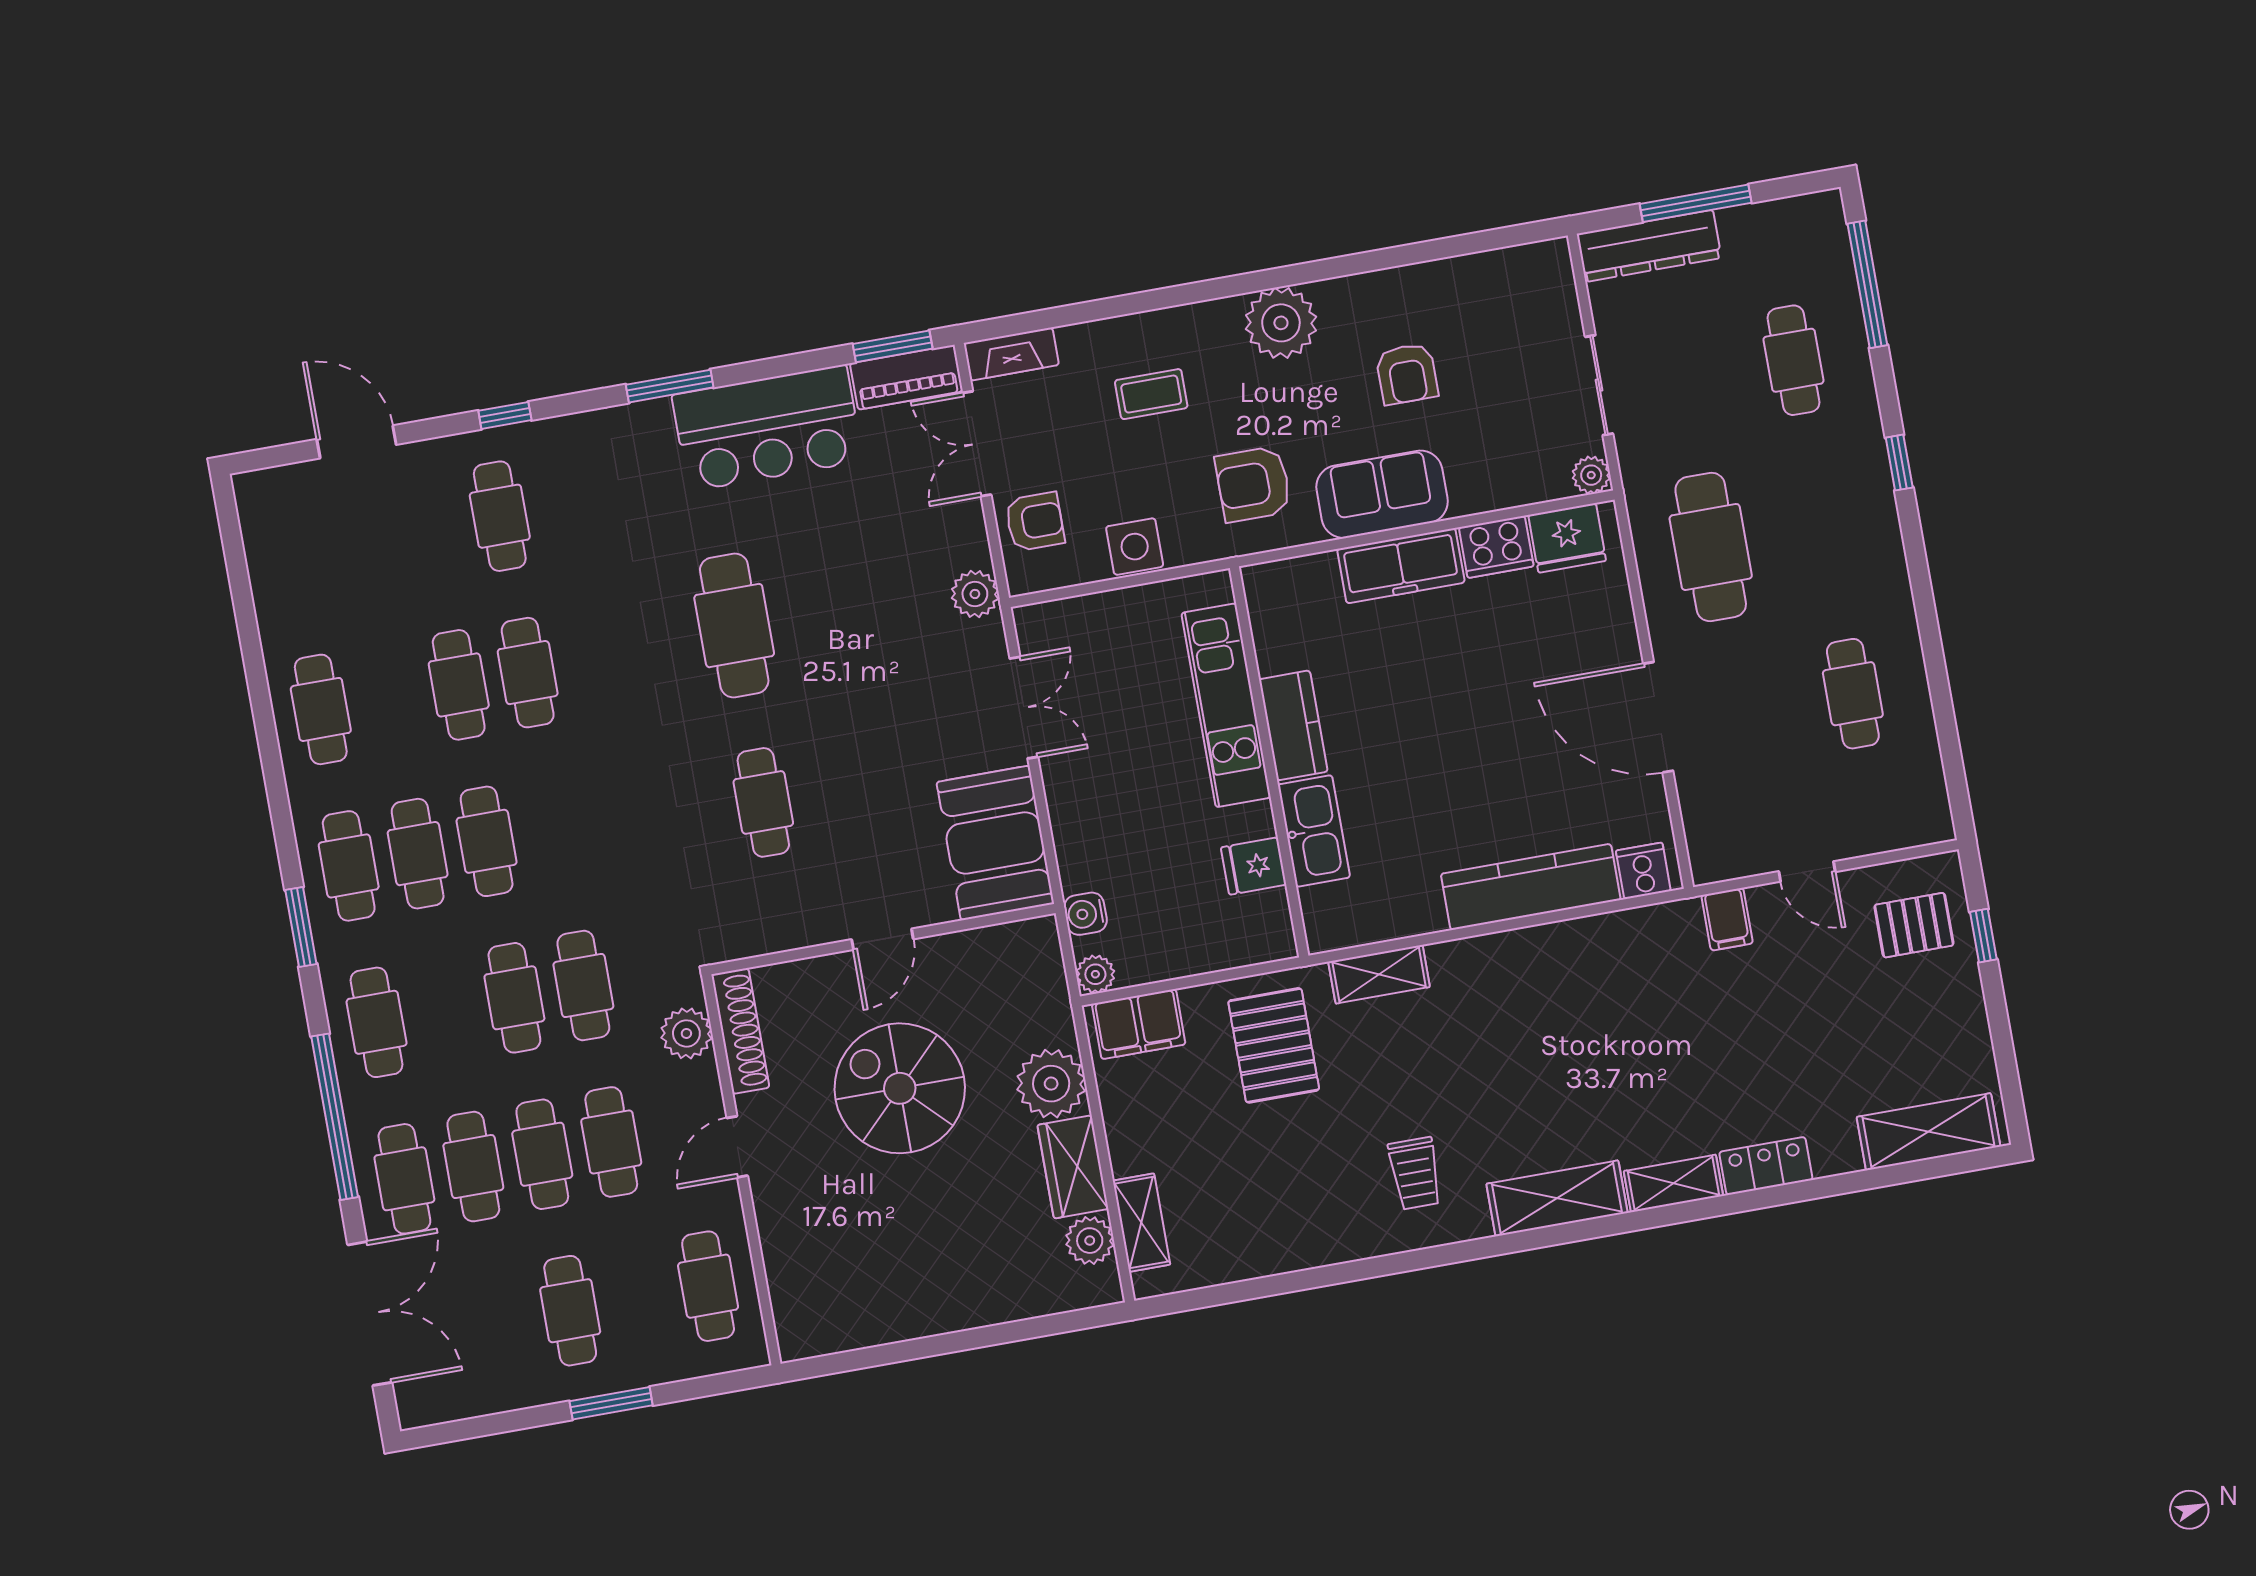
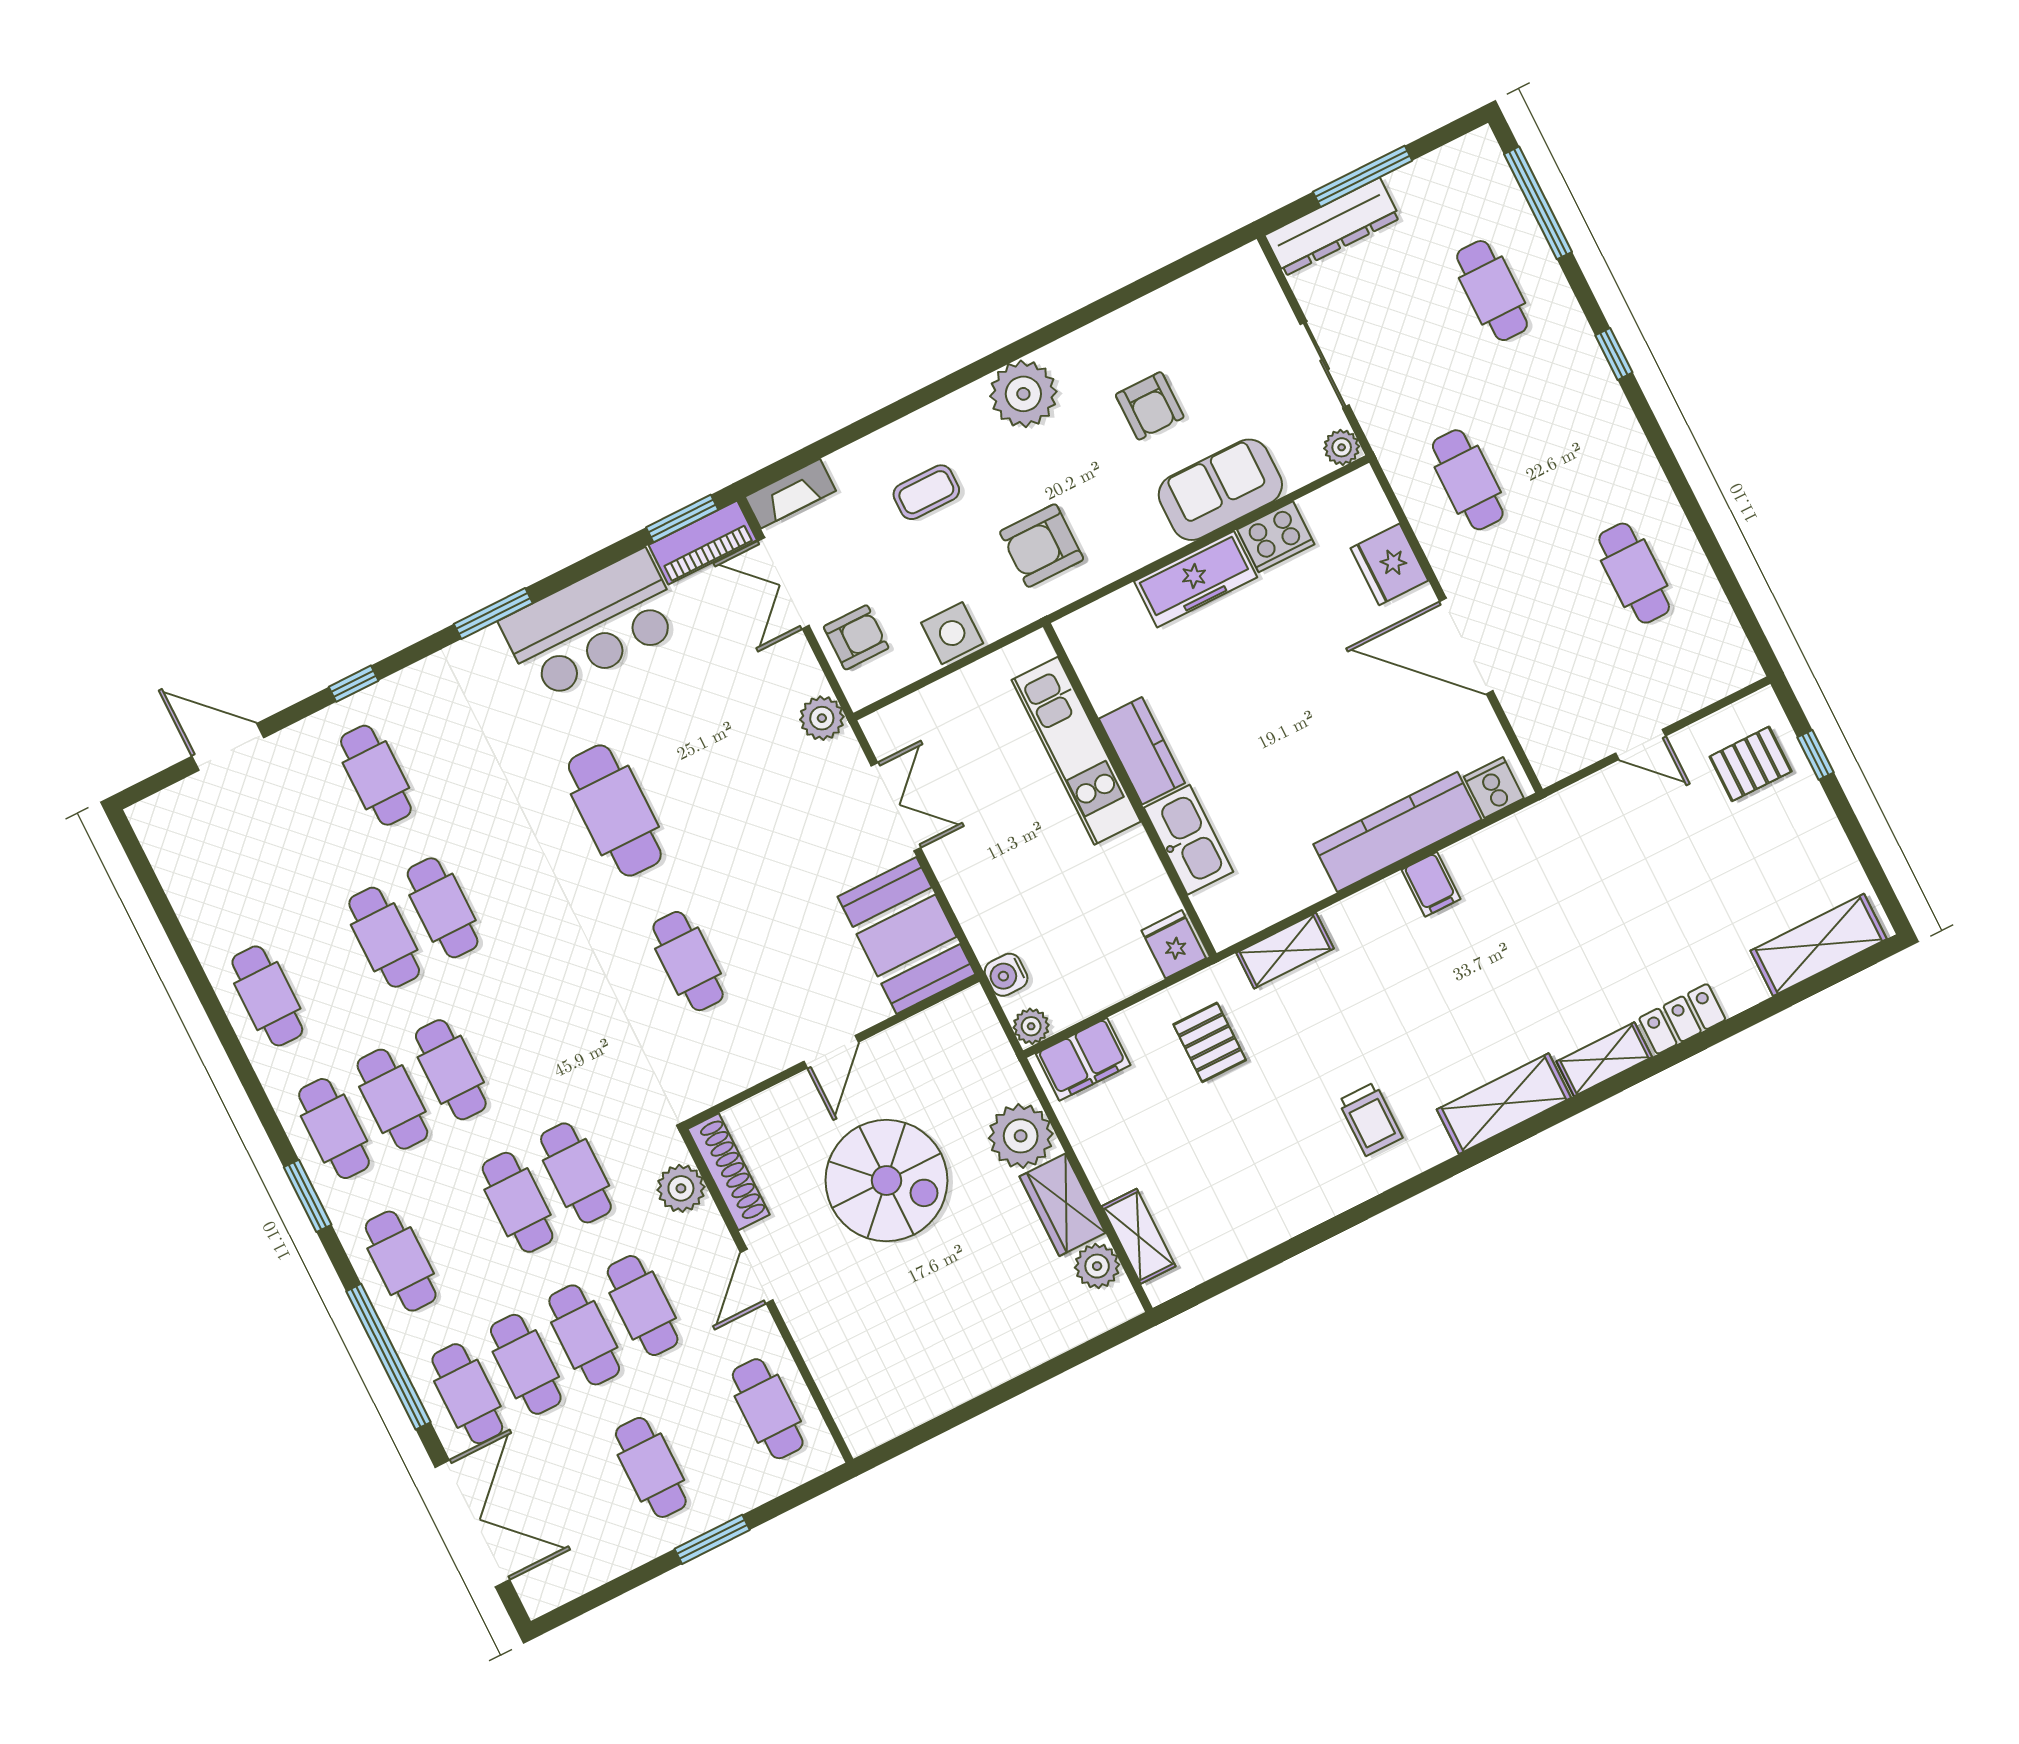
sofa: (1382, 494) -> (1220, 490), moved
fridge: (1567, 538) -> (1389, 564), moved, turned 90
cafe table: (1711, 547) -> (1468, 480), width x0.73, depth x0.74
fridge: (1254, 866) -> (1174, 944), moved, turned 90
filing cabinet: (1727, 919) -> (1431, 884), moved
pallet: (1274, 1045) -> (1210, 1042), width x0.67, depth x0.71
spiral stairs: (900, 1088) -> (886, 1181), turned 180

